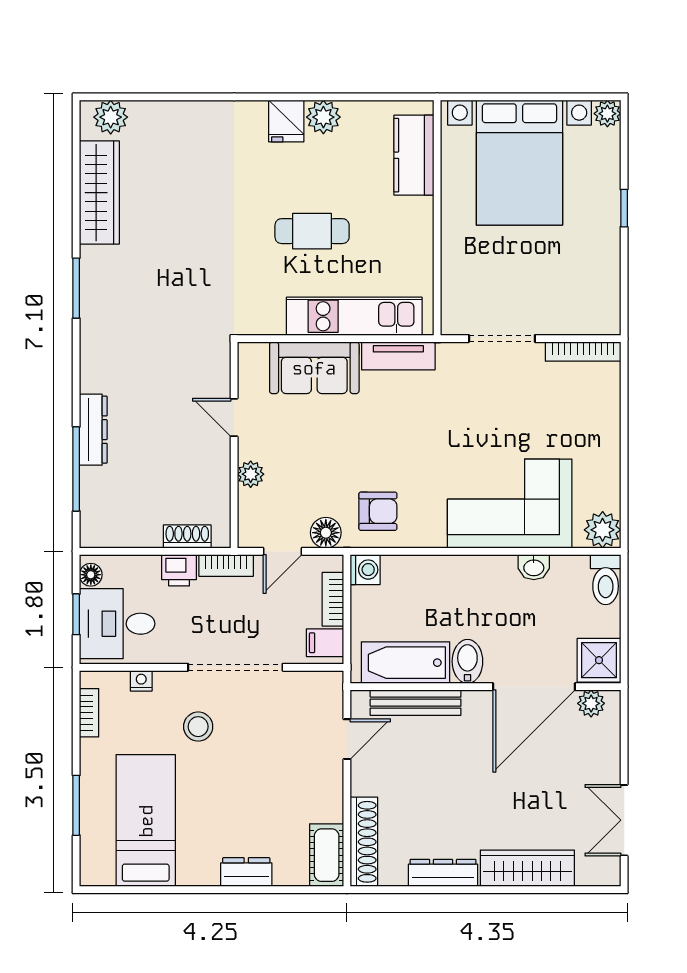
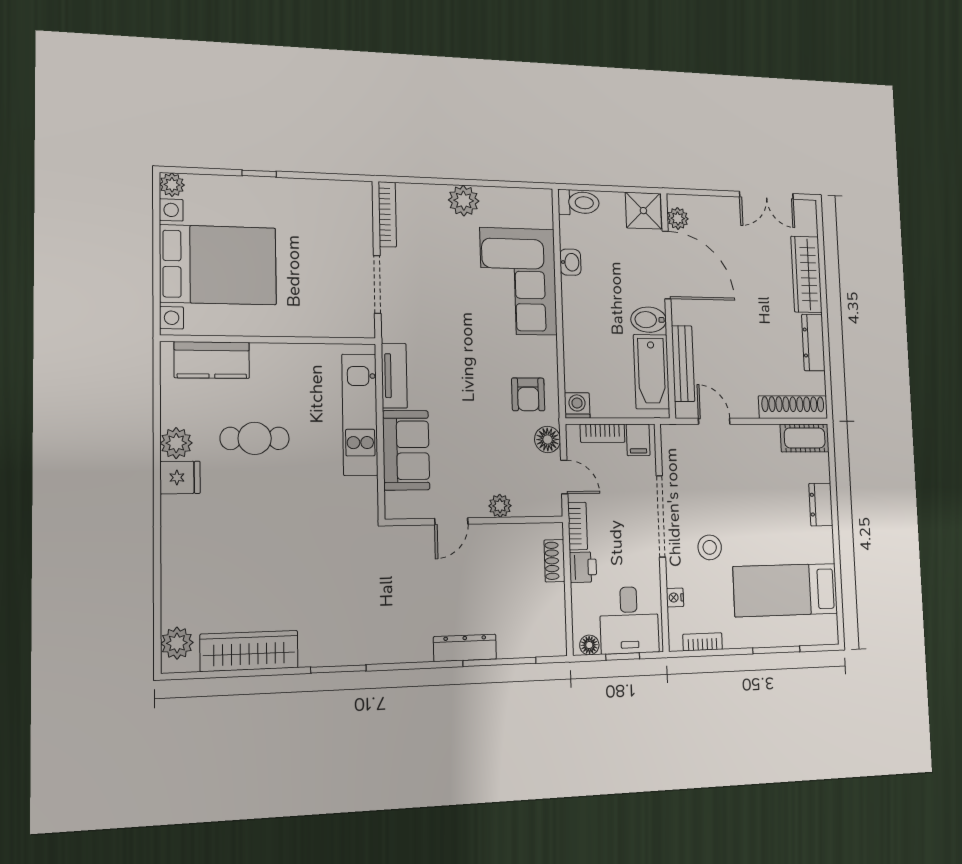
cafe table: (312, 231) -> (255, 438), moved, turned 90
armchair: (378, 511) -> (528, 394), turned 180
plant: (603, 530) -> (464, 201), moved

